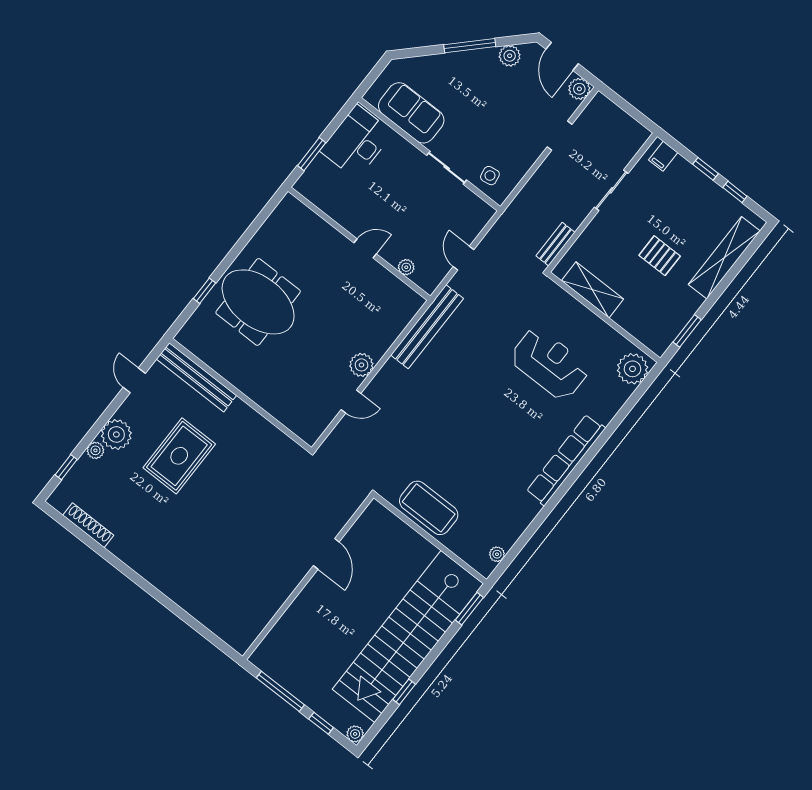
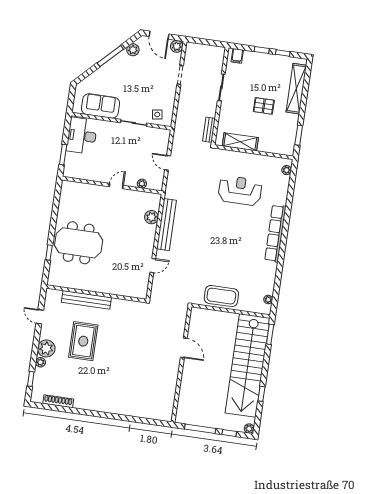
bench: (427, 327) -> (167, 225), moved
plant: (361, 365) -> (151, 217), moved
plant: (632, 369) -> (287, 170), width x0.53, depth x0.53
bench: (196, 377) -> (86, 300), moved

